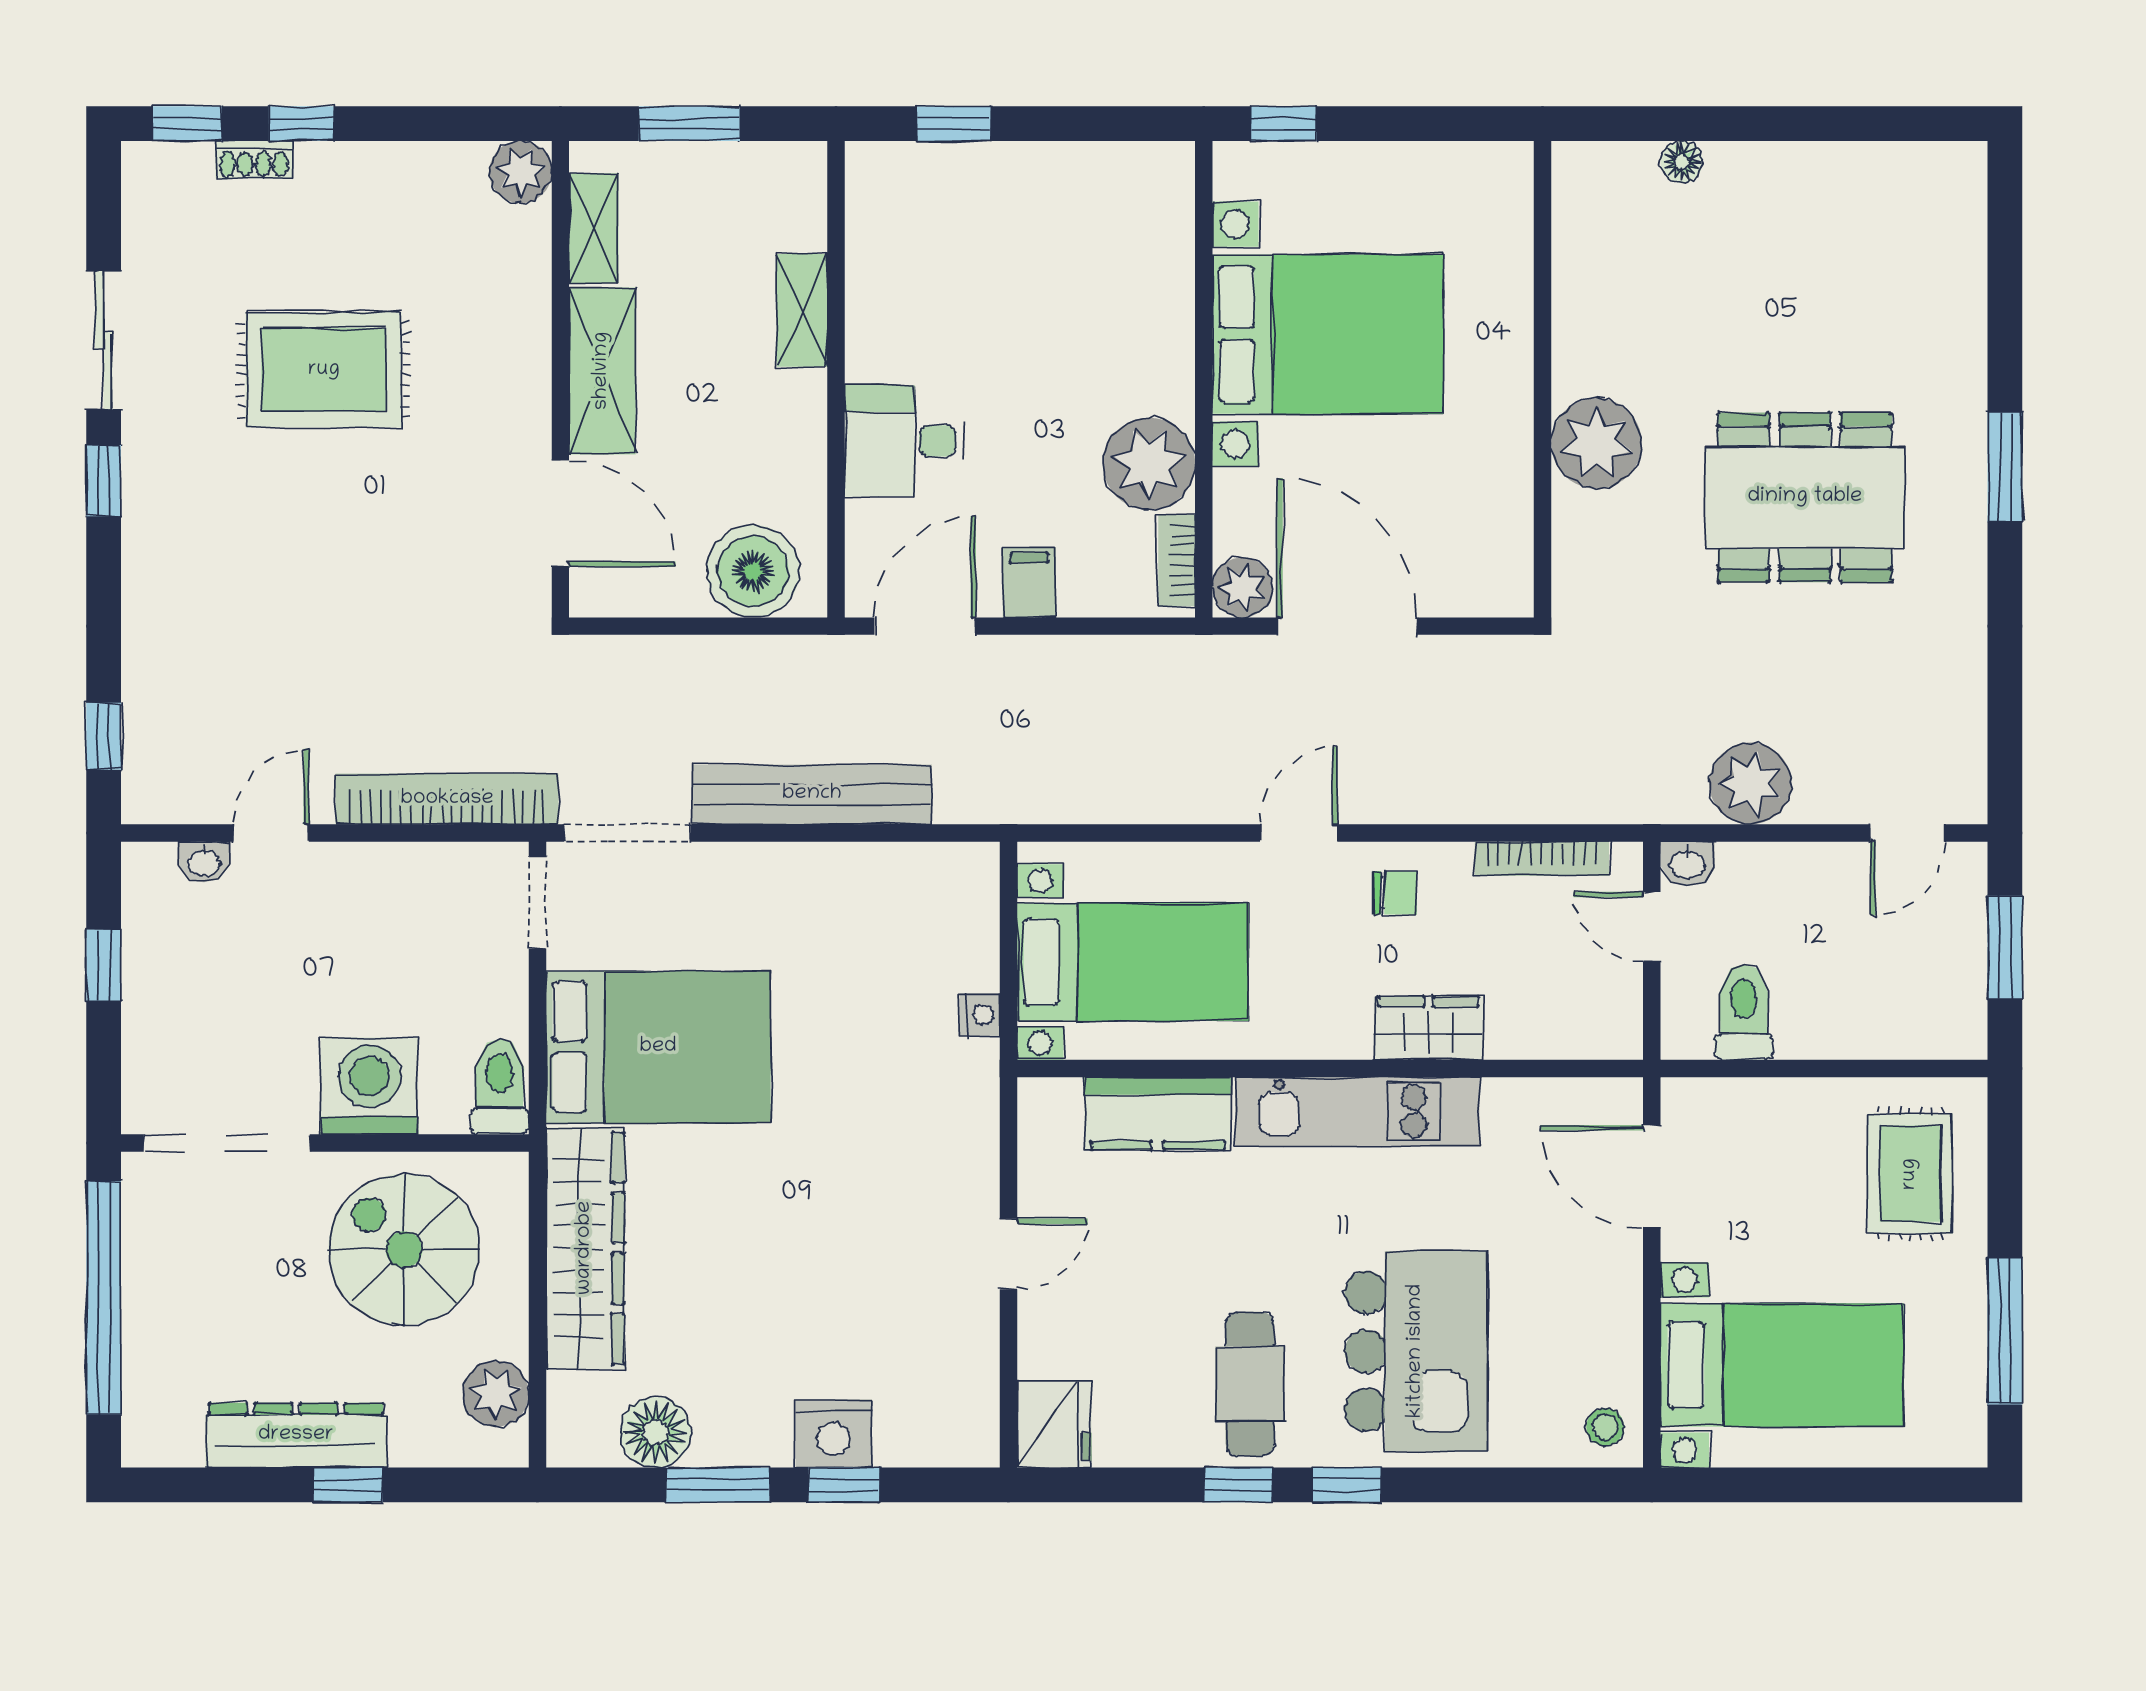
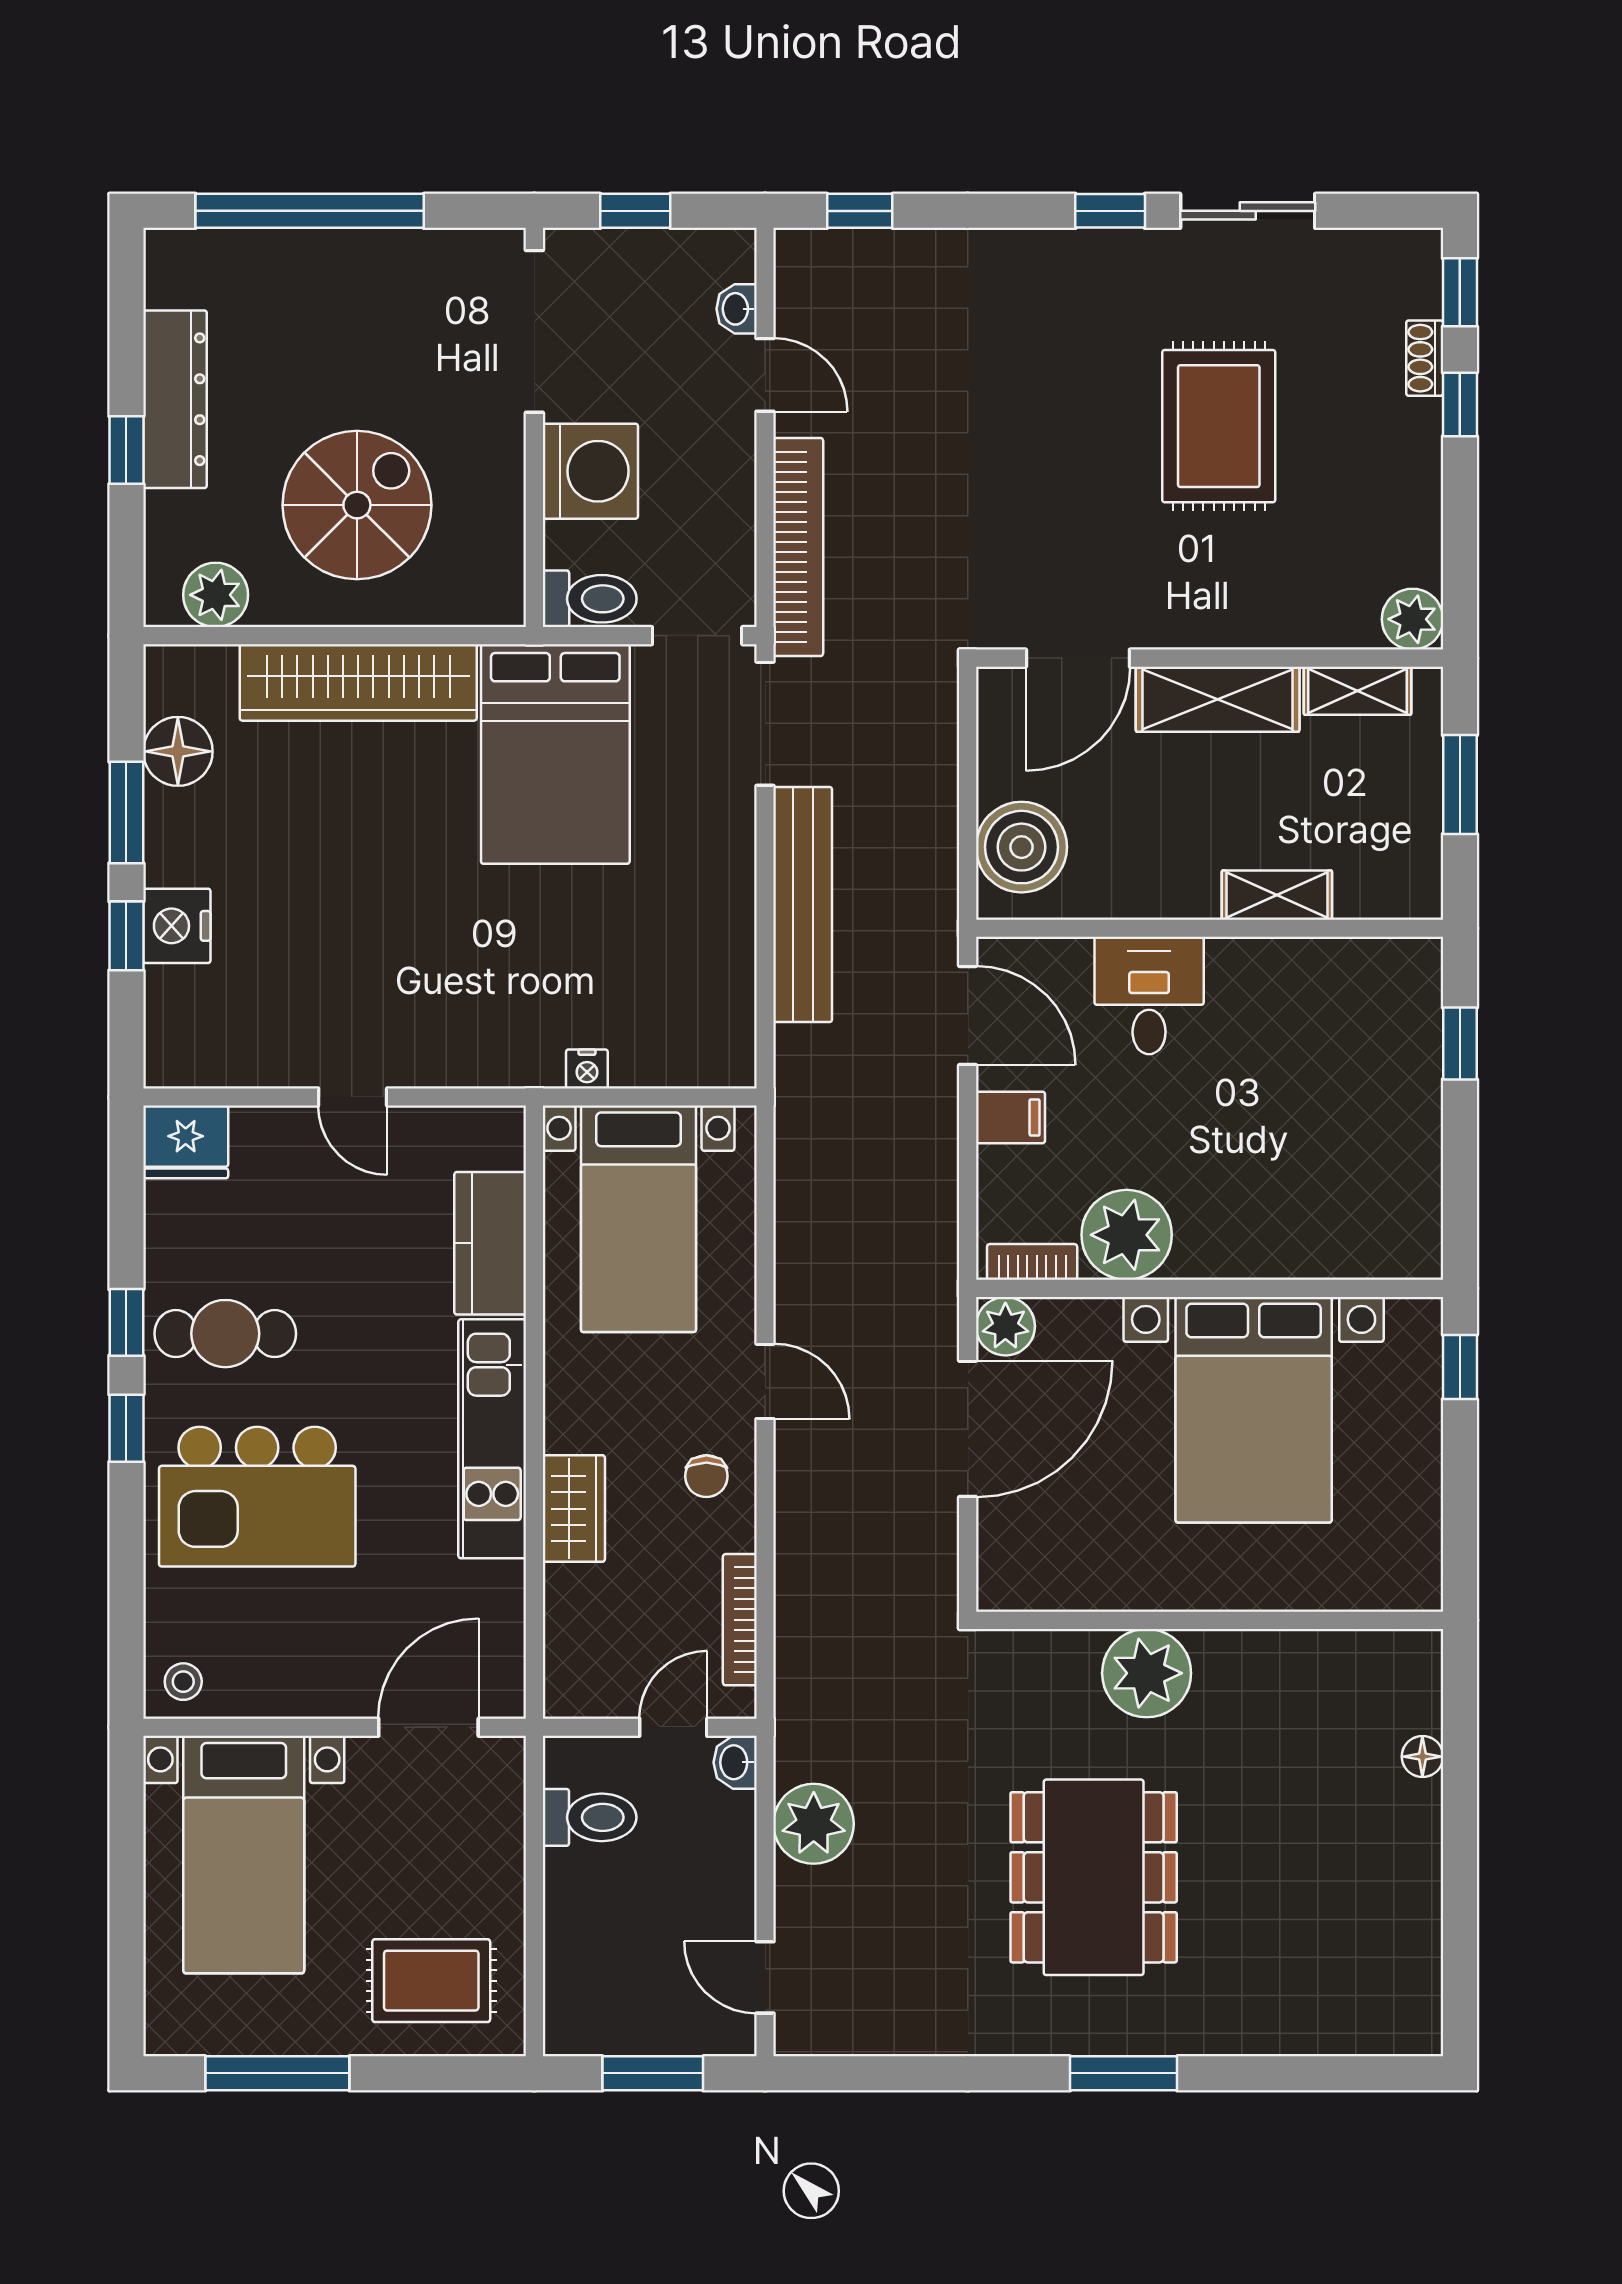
washing machine: (370, 1086) -> (590, 471), moved
toilet: (500, 1087) -> (590, 599), moved
doorway: (227, 1143) -> (534, 331), moved
wall: (325, 1143) -> (534, 427), moved

